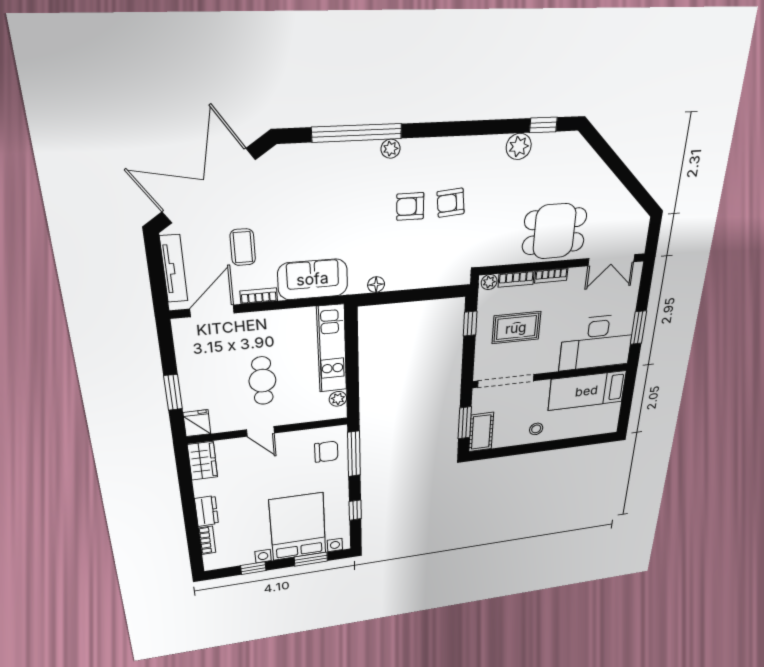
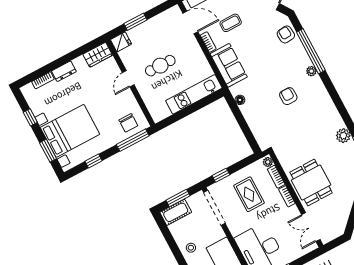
armchair: (451, 203) -> (286, 34), moved
window: (470, 324) -> (221, 175), moved
plant: (338, 399) -> (165, 113), removed

